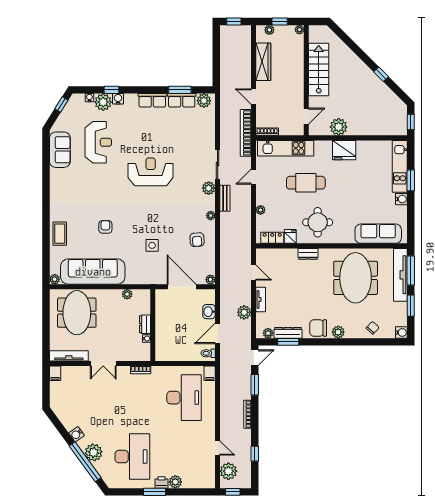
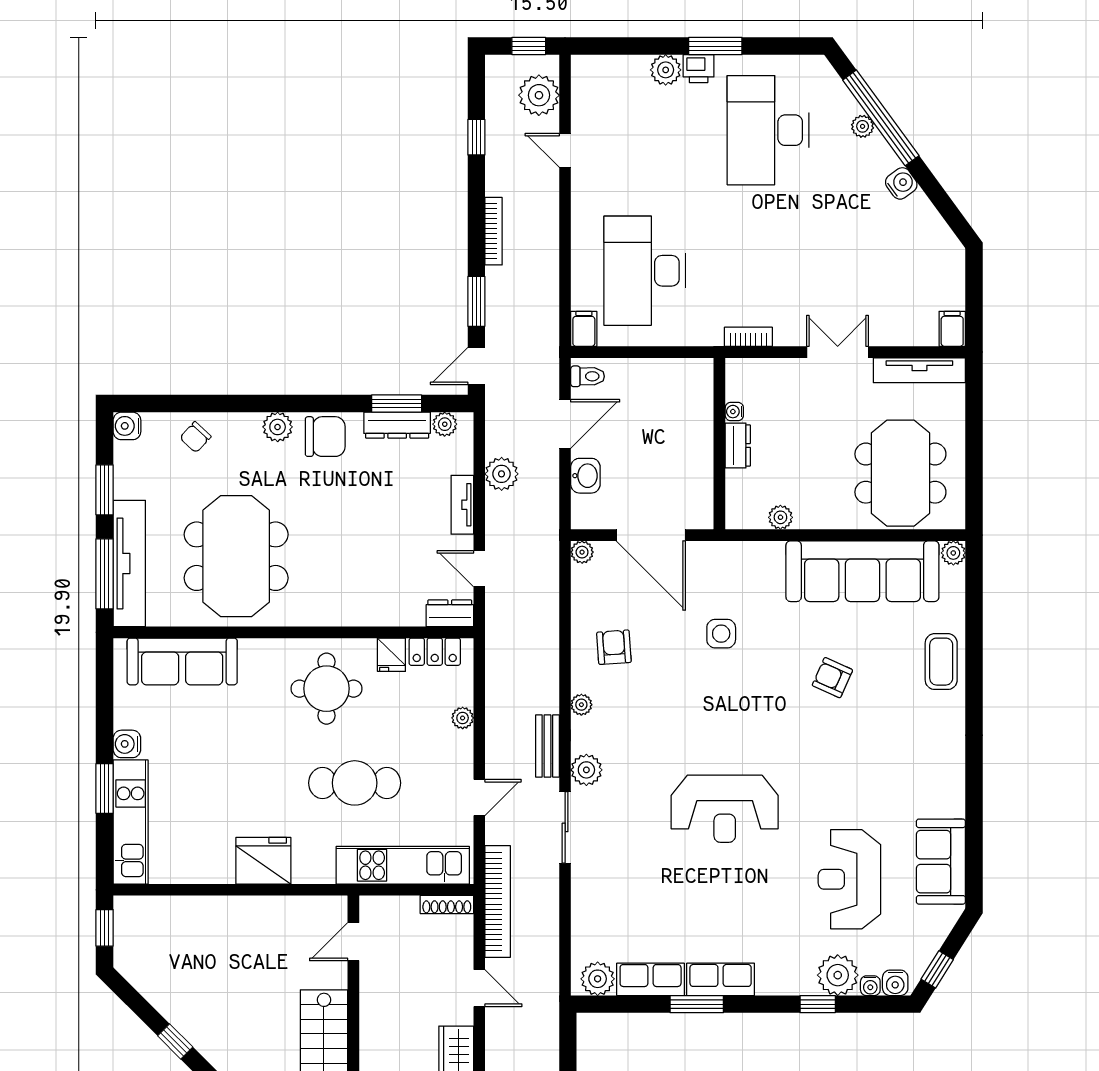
window: (180, 90) -> (697, 1004), moved
water cooler: (118, 99) -> (895, 983), moved
plant: (339, 127) -> (276, 916), removed
armchair: (105, 227) -> (832, 678), turned 114
dresser: (308, 254) -> (450, 613), moved
plant: (94, 452) -> (863, 126), width x0.53, depth x0.53

